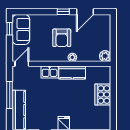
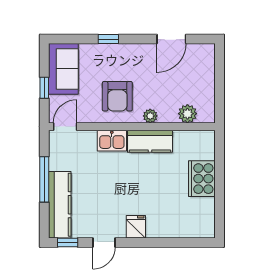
window: (63, 12) -> (108, 39), moved
window: (10, 29) -> (44, 88), moved
armchair: (62, 38) -> (117, 96), moved
plant: (105, 56) -> (187, 114), moved

